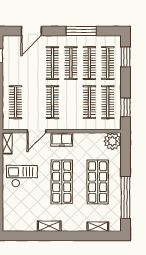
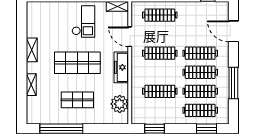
clothes rail: (108, 102) -> (160, 110), removed
freezer: (62, 139) -> (121, 67), width x1.40
plant: (112, 141) -> (120, 104), moved
shop shelf: (98, 182) -> (77, 100), width x0.70, depth x0.74
shelving: (98, 227) -> (31, 85), moved

